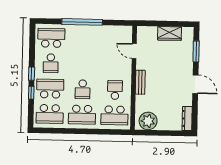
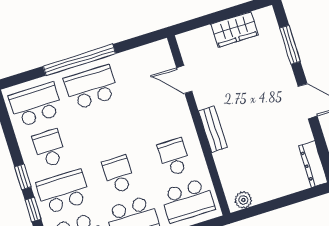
school desk: (84, 39) -> (91, 87), added
school desk: (51, 63) -> (49, 148), turned 180
school desk: (83, 89) -> (119, 174), turned 180
plant: (148, 121) -> (243, 200), width x0.53, depth x0.53

